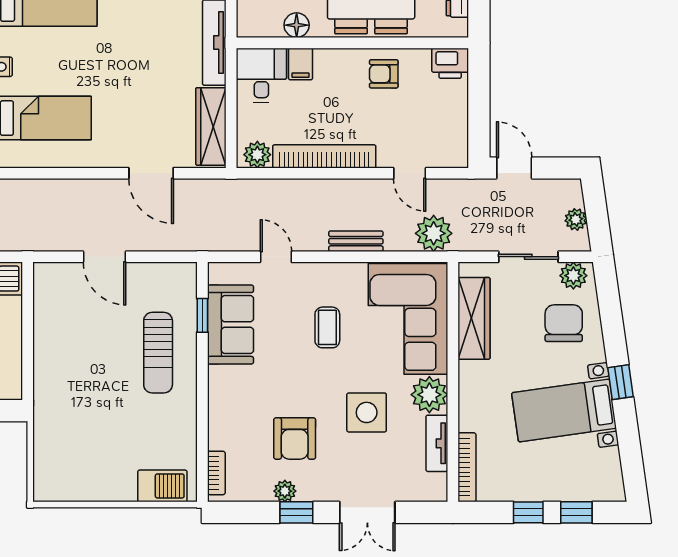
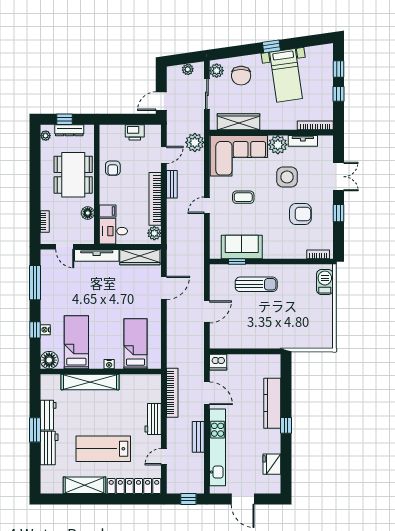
printer: (450, 63) -> (135, 132), moved, turned 90
bench: (356, 241) -> (172, 184), moved
door: (276, 257) -> (207, 205), moved
chair: (564, 323) -> (241, 76), turned -90
plant: (285, 491) -> (327, 219), removed

